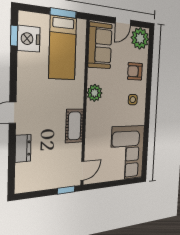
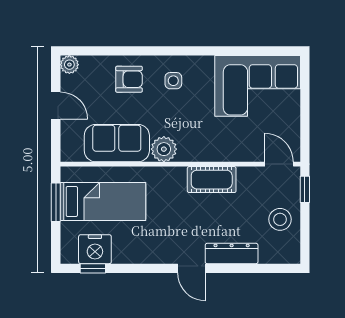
plant: (140, 38) -> (69, 65), width x0.53, depth x0.53
sofa: (100, 46) -> (117, 143), moved
armchair: (135, 71) -> (129, 79), turned -90
dresser: (23, 148) -> (232, 253), width x1.44
stool: (47, 175) -> (280, 219), added

